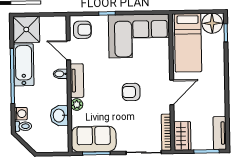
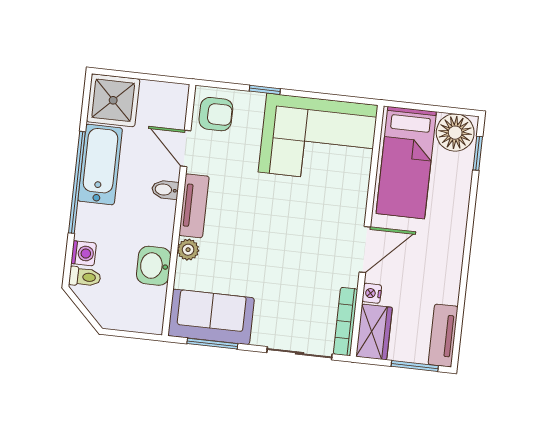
armchair: (131, 92) -> (291, 239), removed
nightstand: (178, 115) -> (372, 293), added

